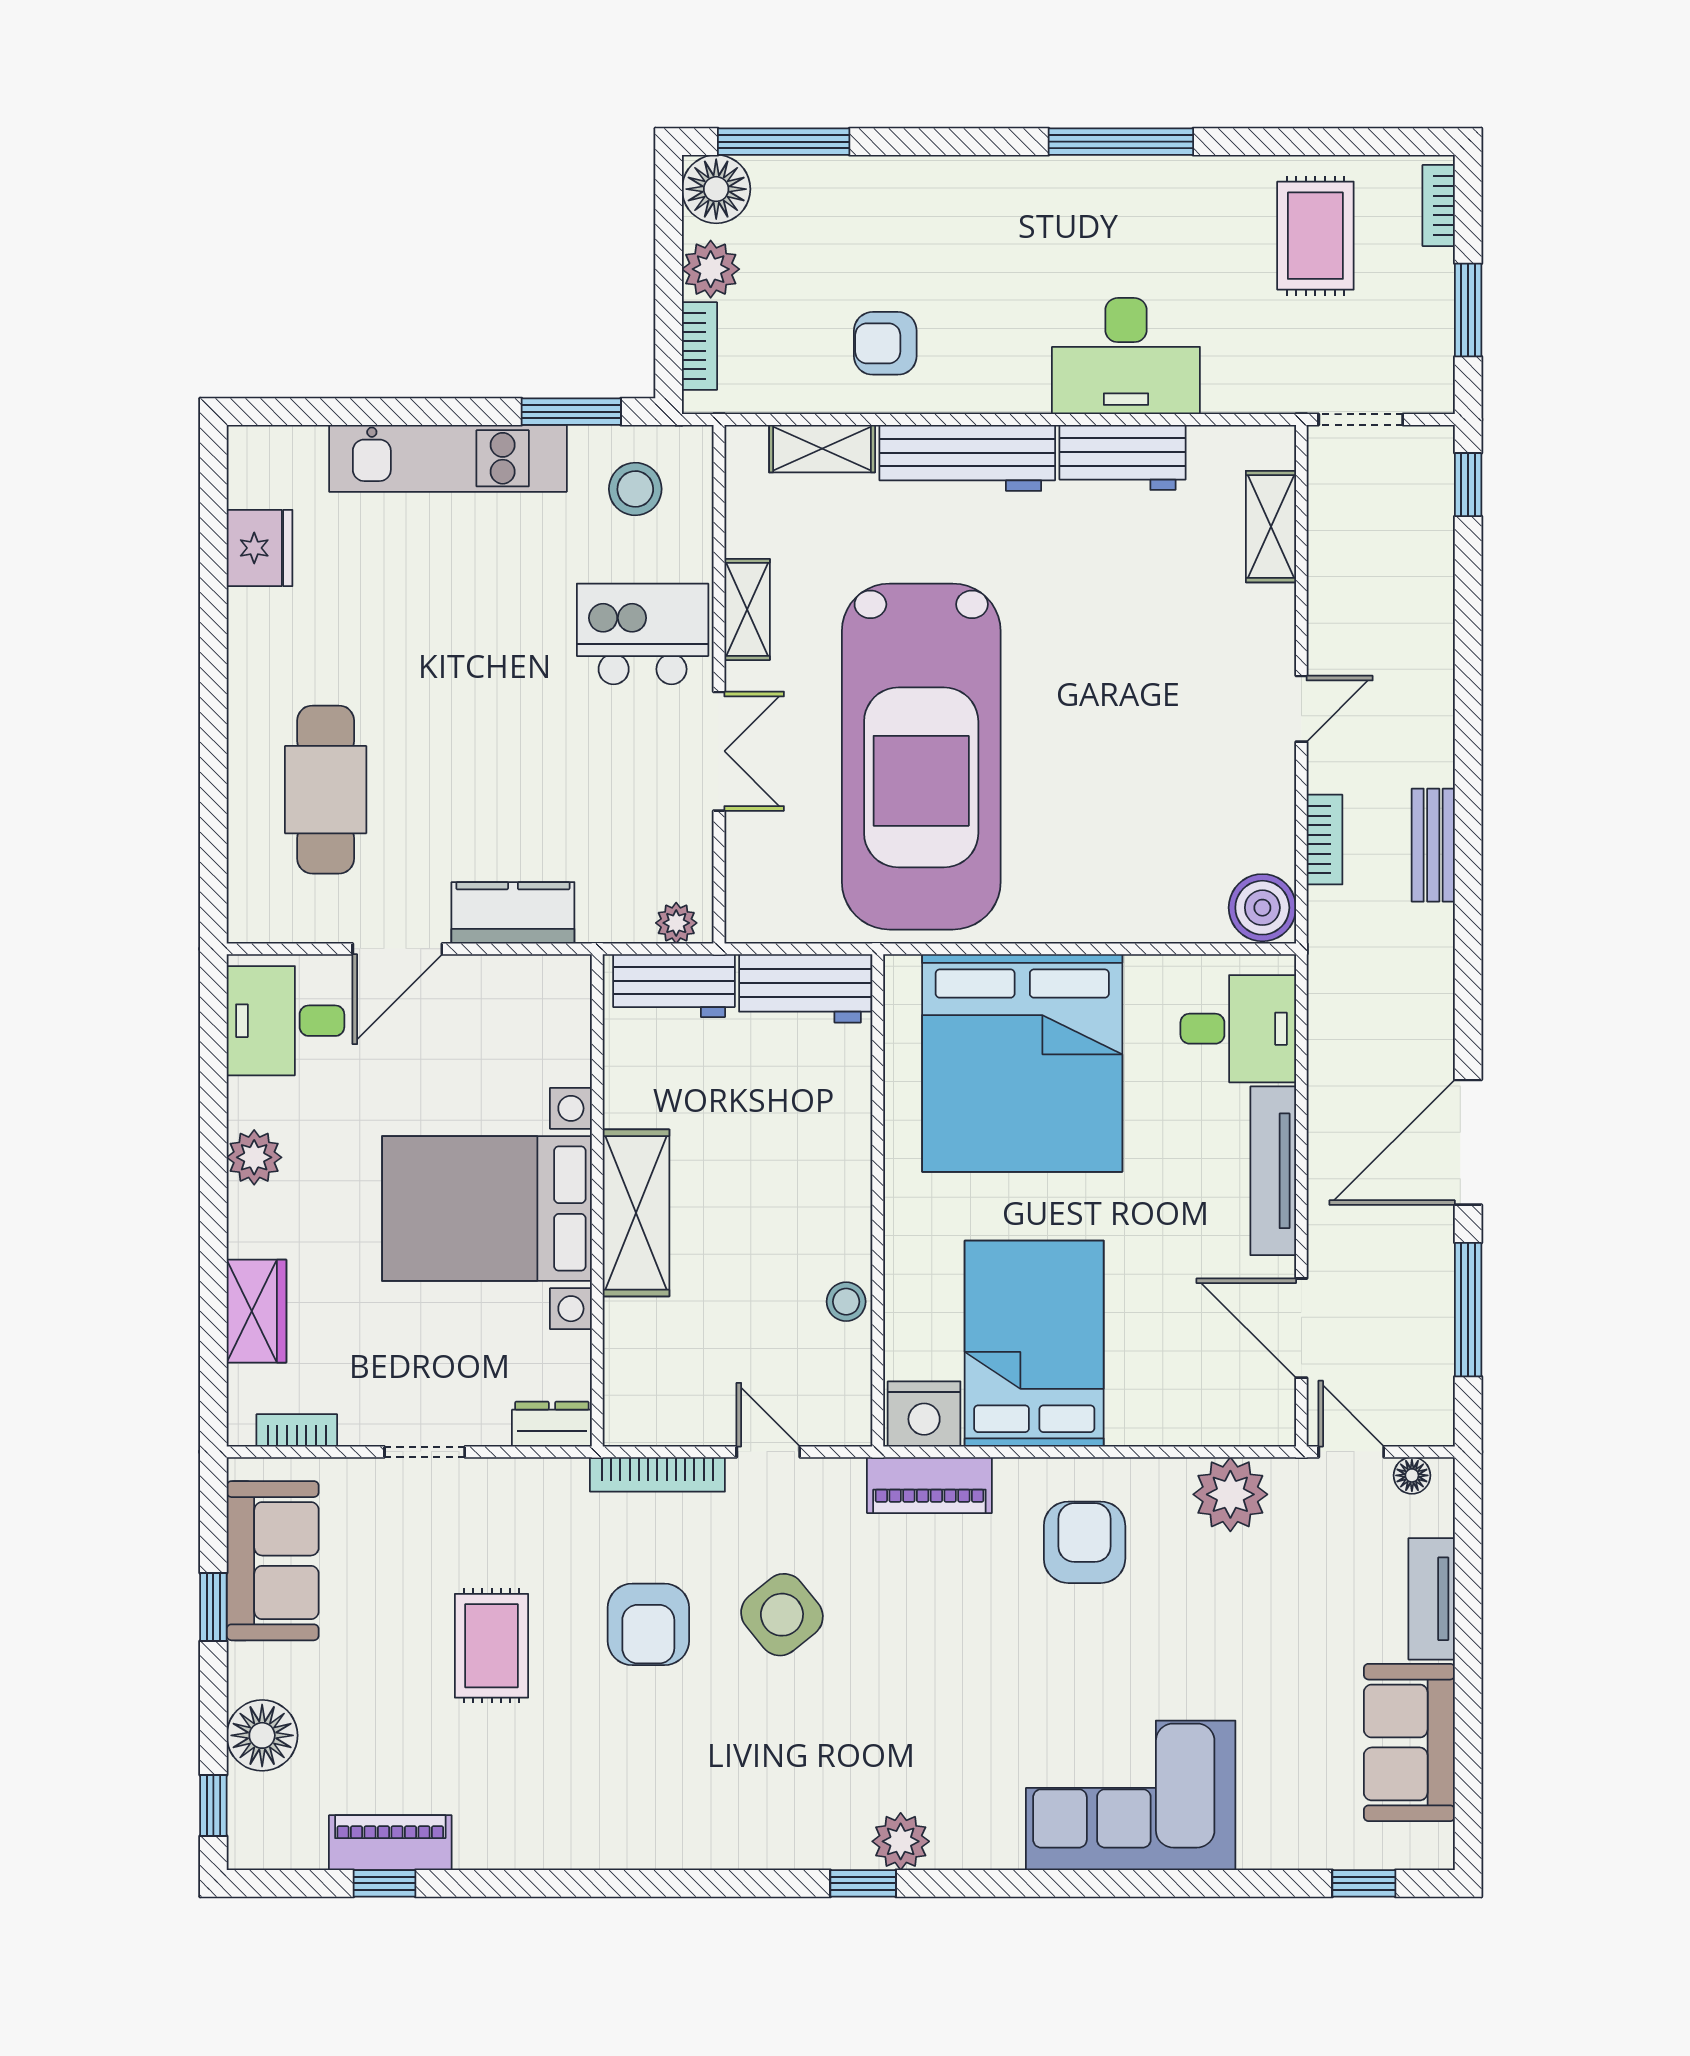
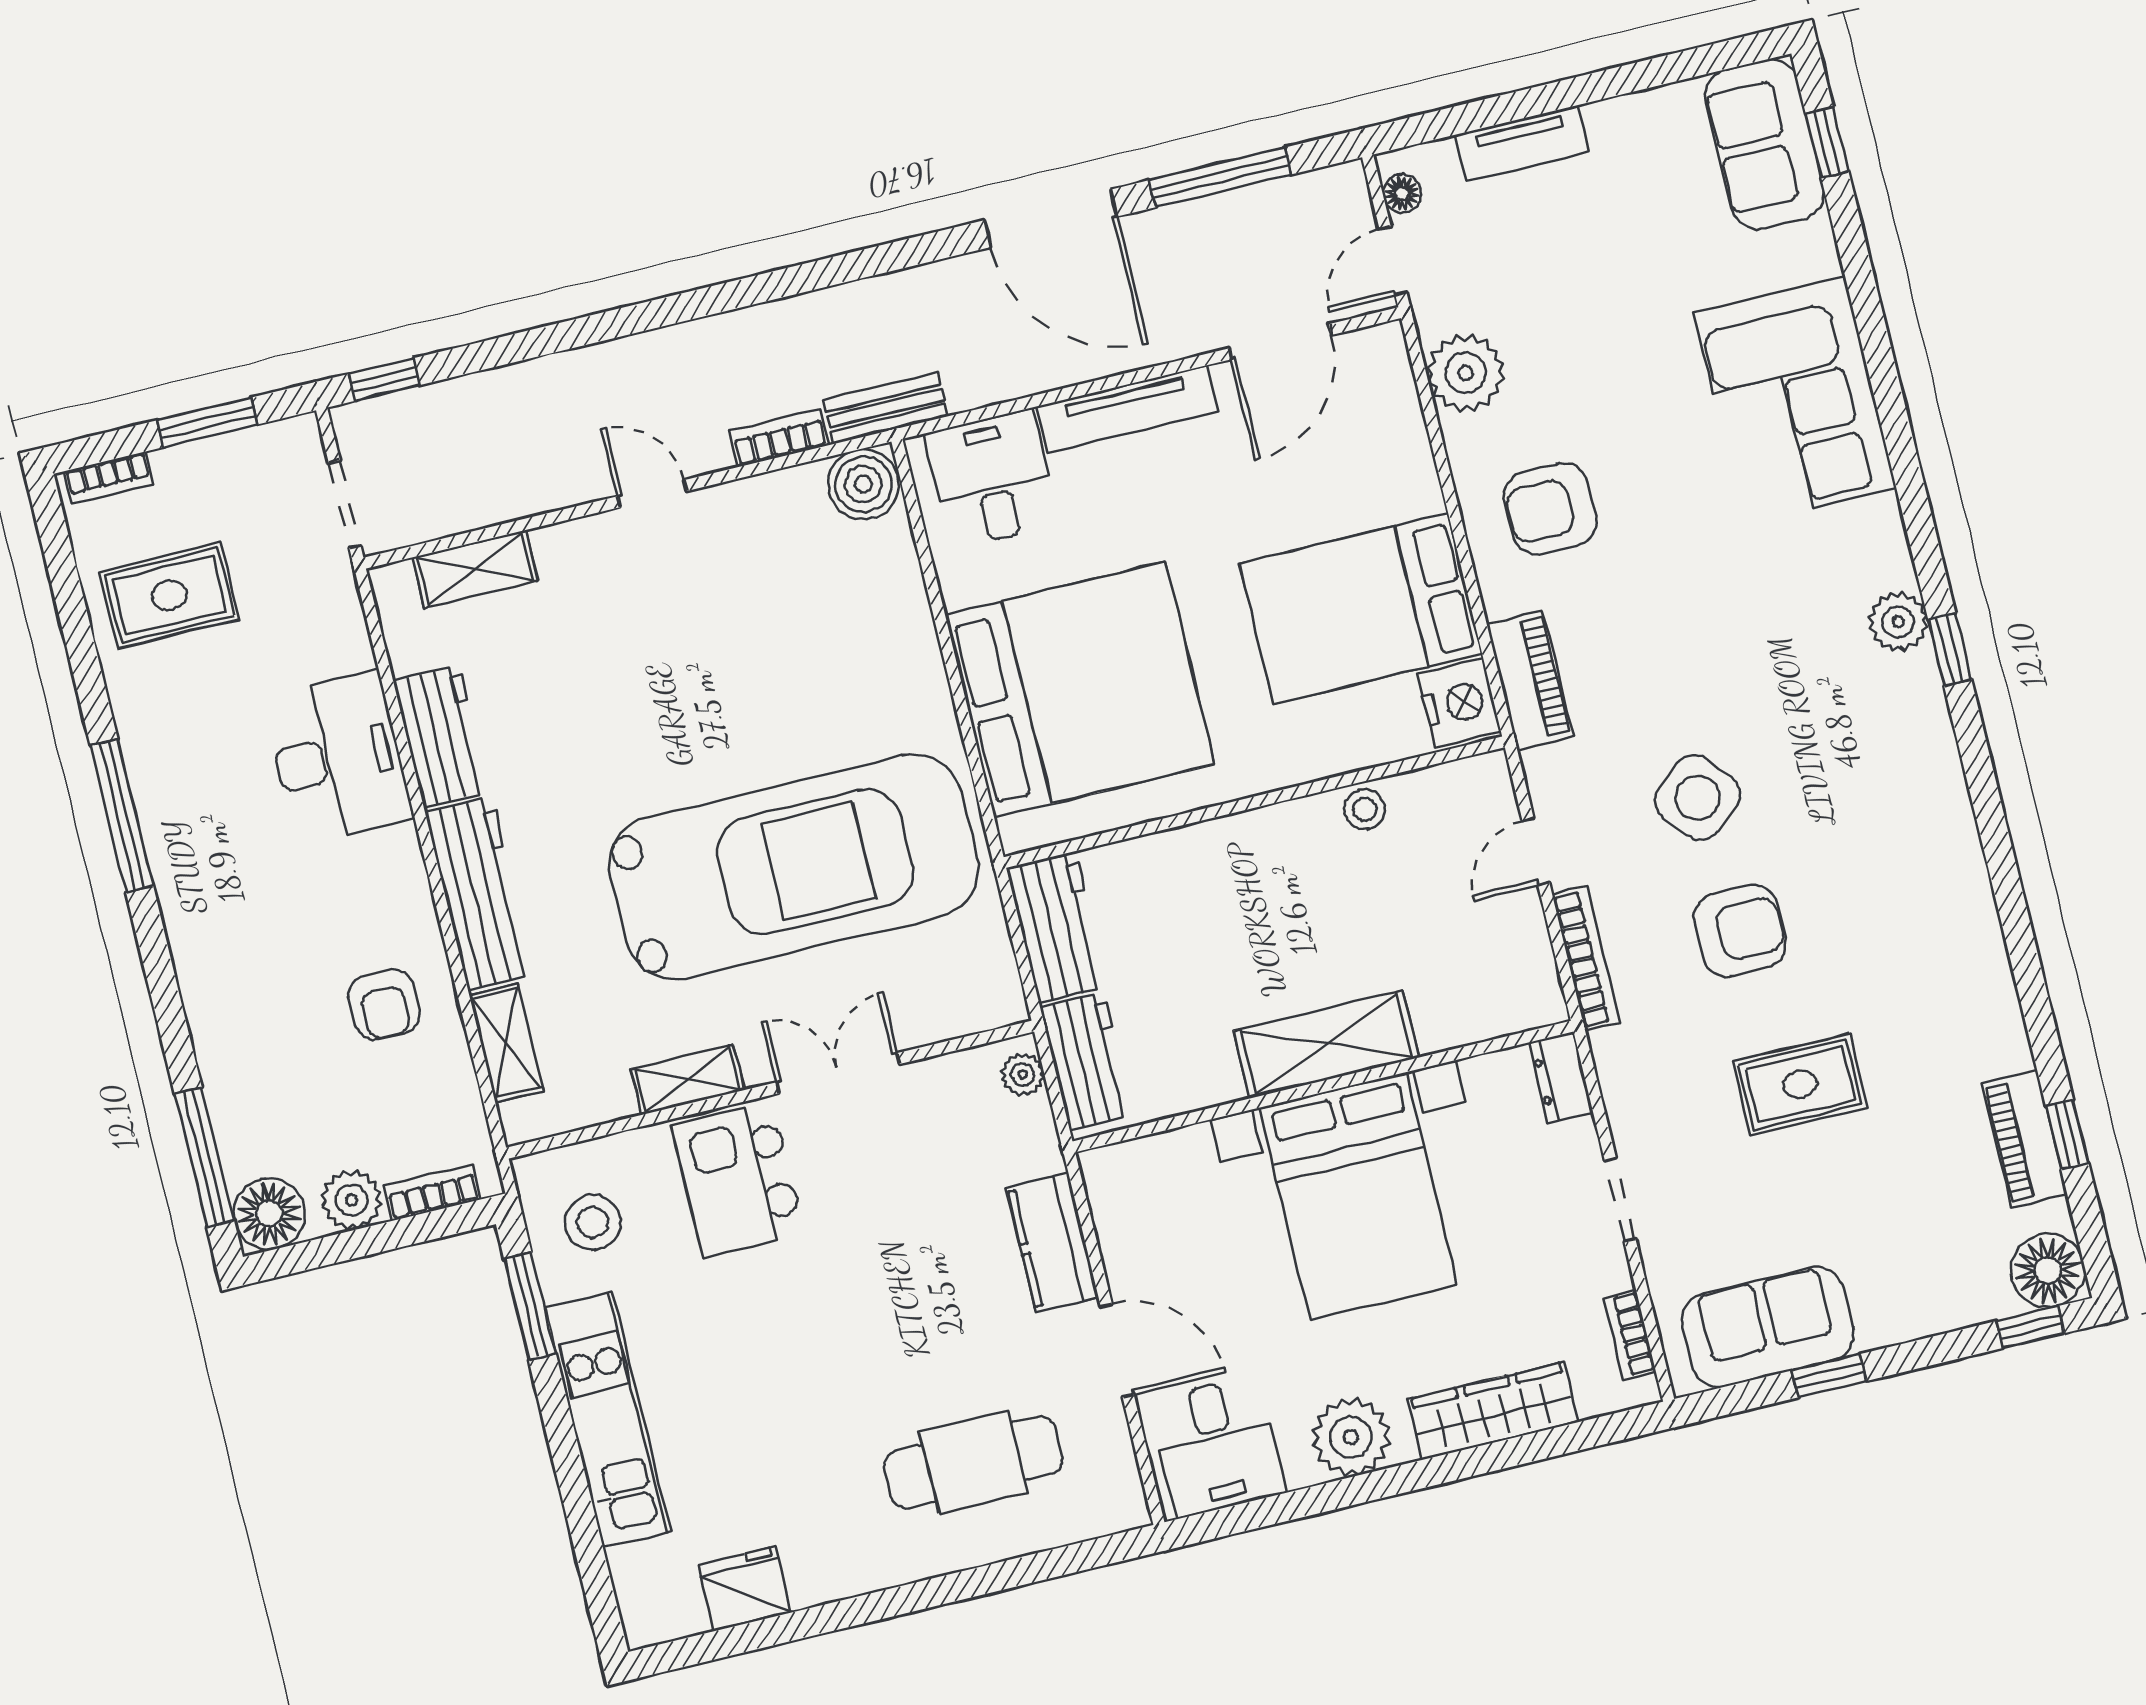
bench: (1433, 845) -> (885, 408), moved
plant: (254, 1157) -> (1351, 1437), width x1.36, depth x1.36
wardrobe: (256, 1311) -> (1493, 1411), width x1.50
floor lamp: (262, 1735) -> (2048, 1271), moved
sofa: (1409, 1742) -> (1765, 144), moved, turned 90

